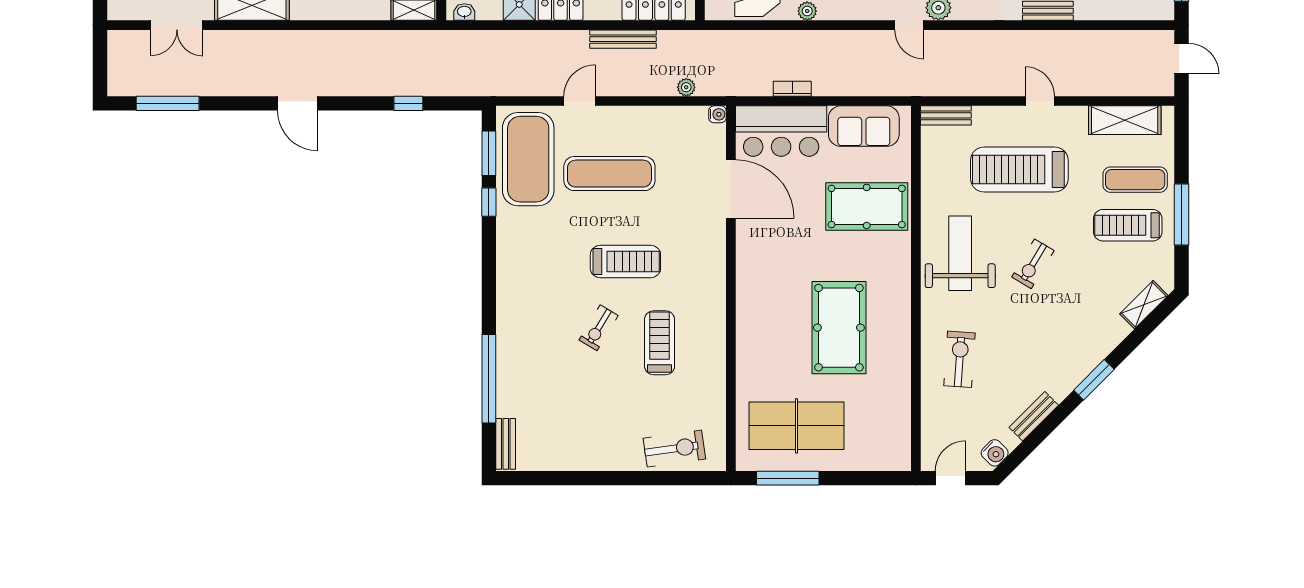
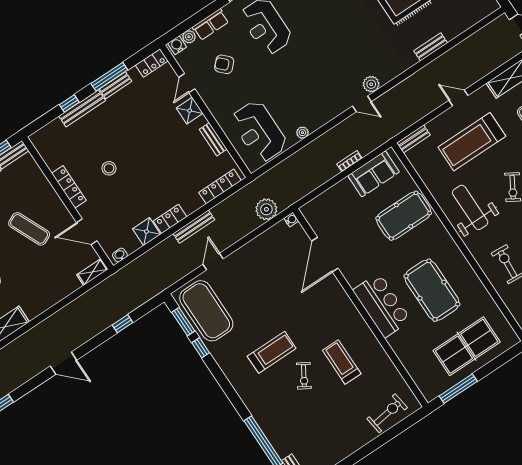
bench: (623, 39) -> (194, 227), moved
plant: (686, 87) -> (266, 209), width x1.88, depth x1.88
bookcase: (792, 89) -> (349, 161), moved
bar counter: (781, 131) -> (382, 305), moved, turned -90
exercise mat: (609, 174) -> (255, 290), removed
door: (731, 189) -> (325, 255), swing flipped
treadmill: (625, 261) -> (272, 352), moved
table tennis table: (797, 426) -> (467, 346), moved

